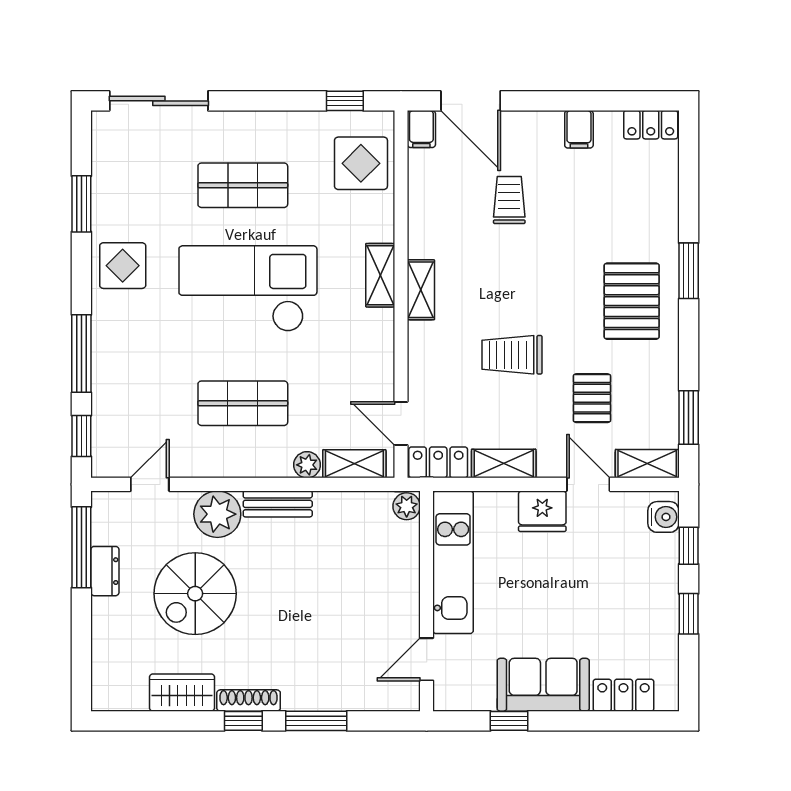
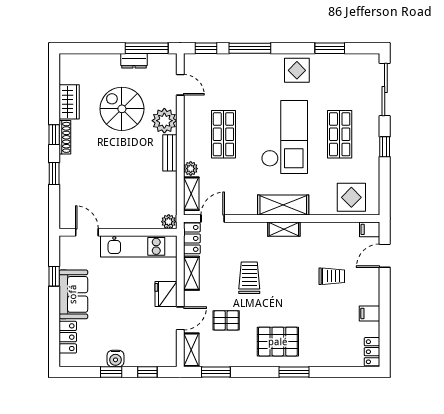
window: (345, 101) -> (385, 147), moved
door: (471, 101) -> (385, 256), width x0.73
shelving: (380, 275) -> (283, 205), width x1.50, depth x1.33
water cooler: (663, 517) -> (115, 359), moved
window: (316, 721) -> (54, 173), width x0.67

